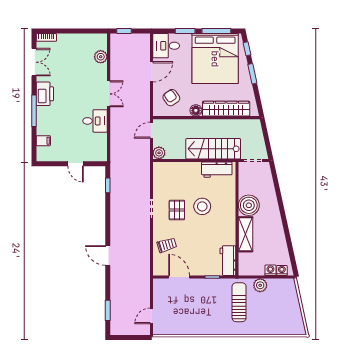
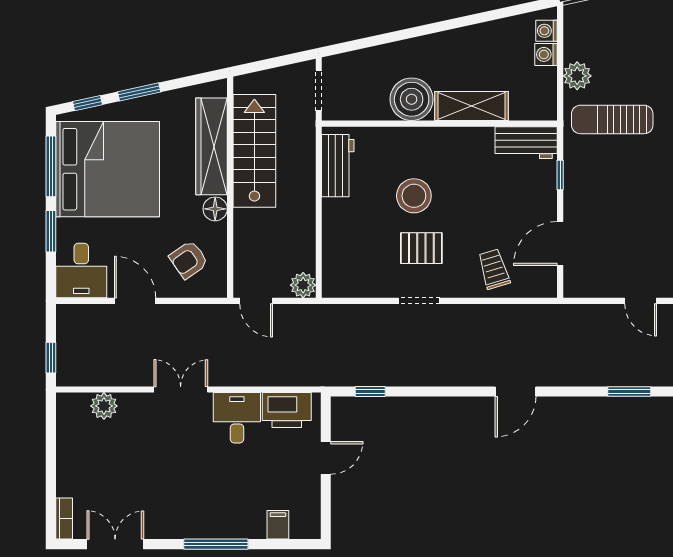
printer: (45, 94) -> (287, 410), moved, turned 180
stairs: (213, 149) -> (254, 151), moved, turned 180

